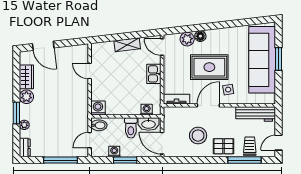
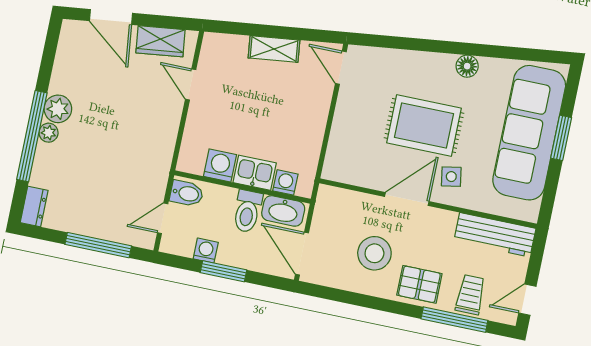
floor lamp: (200, 36) -> (467, 66), moved
plant: (187, 39) -> (392, 62), removed
kitchen sink: (154, 74) -> (255, 173), moved, turned 90
wardrobe: (26, 77) -> (161, 41), moved, turned 83
tv unit: (177, 99) -> (348, 174), removed
washing machine: (98, 108) -> (220, 165), moved
window: (16, 113) -> (32, 136), width x2.11
plant: (24, 125) -> (49, 133), moved

